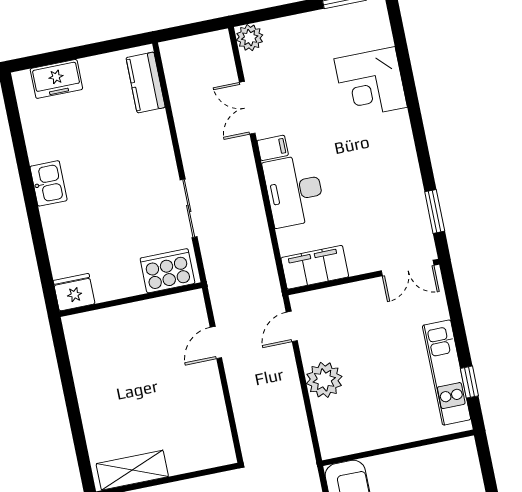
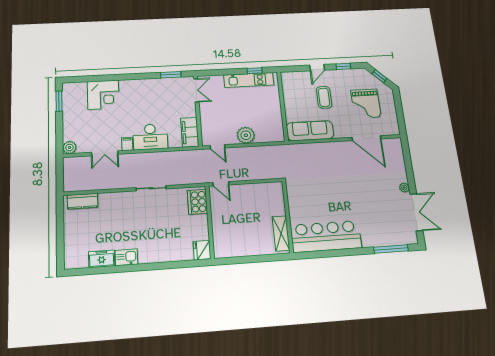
freezer: (56, 79) -> (102, 259), moved, turned -90
cooker: (167, 271) -> (197, 202), moved
fridge: (74, 292) -> (202, 250), moved
wall: (131, 300) -> (210, 222), moved

